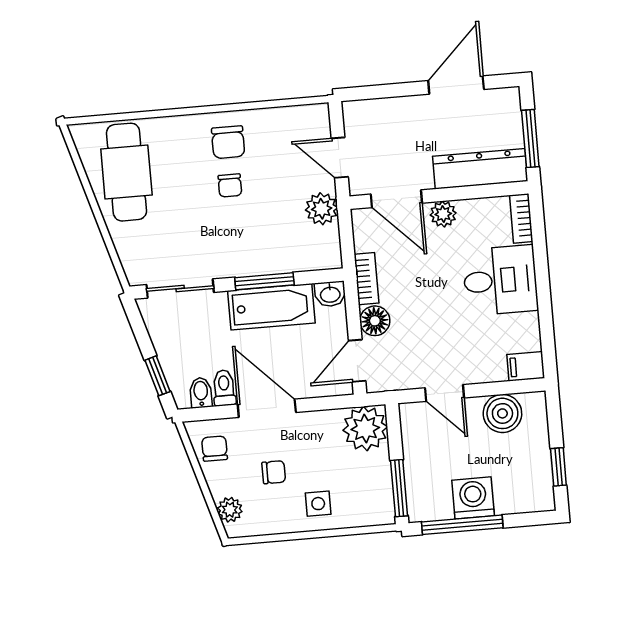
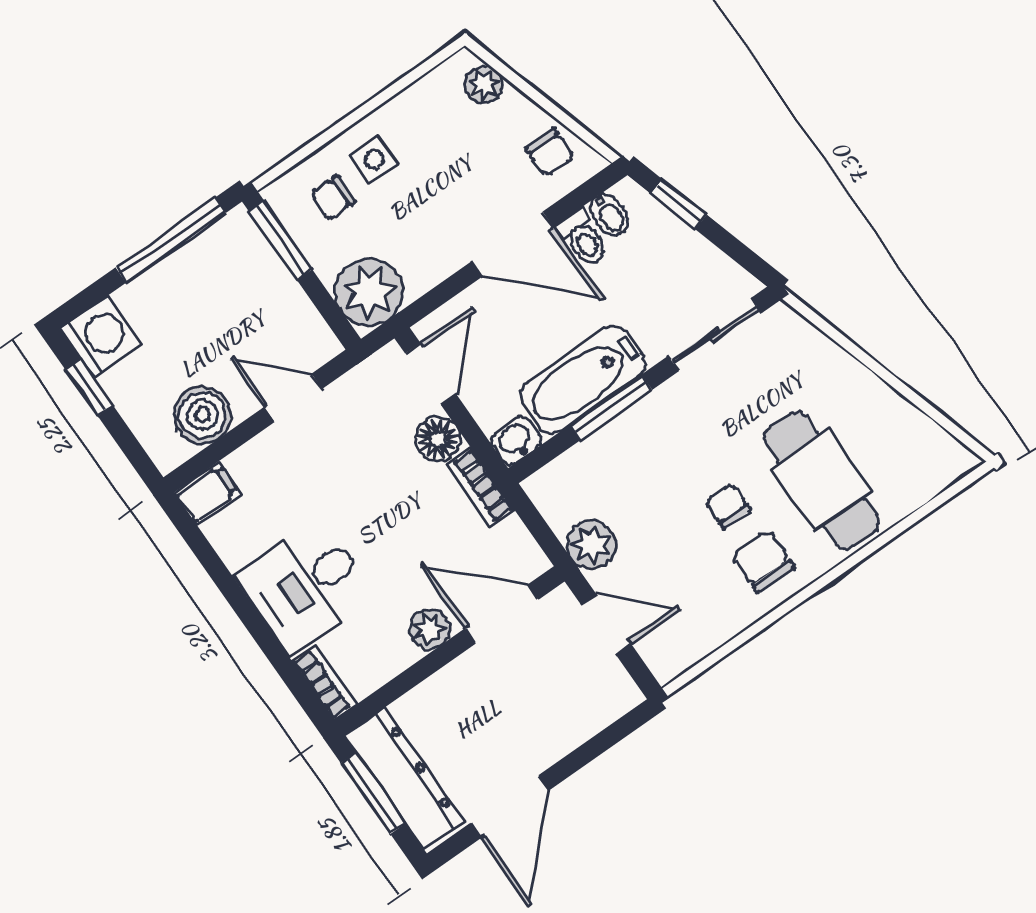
dresser: (480, 169) -> (405, 778), moved, turned -90
cafe table: (126, 172) -> (821, 480), moved
chair: (274, 472) -> (333, 198), moved
washing machine: (473, 498) -> (101, 336), moved, turned -90

